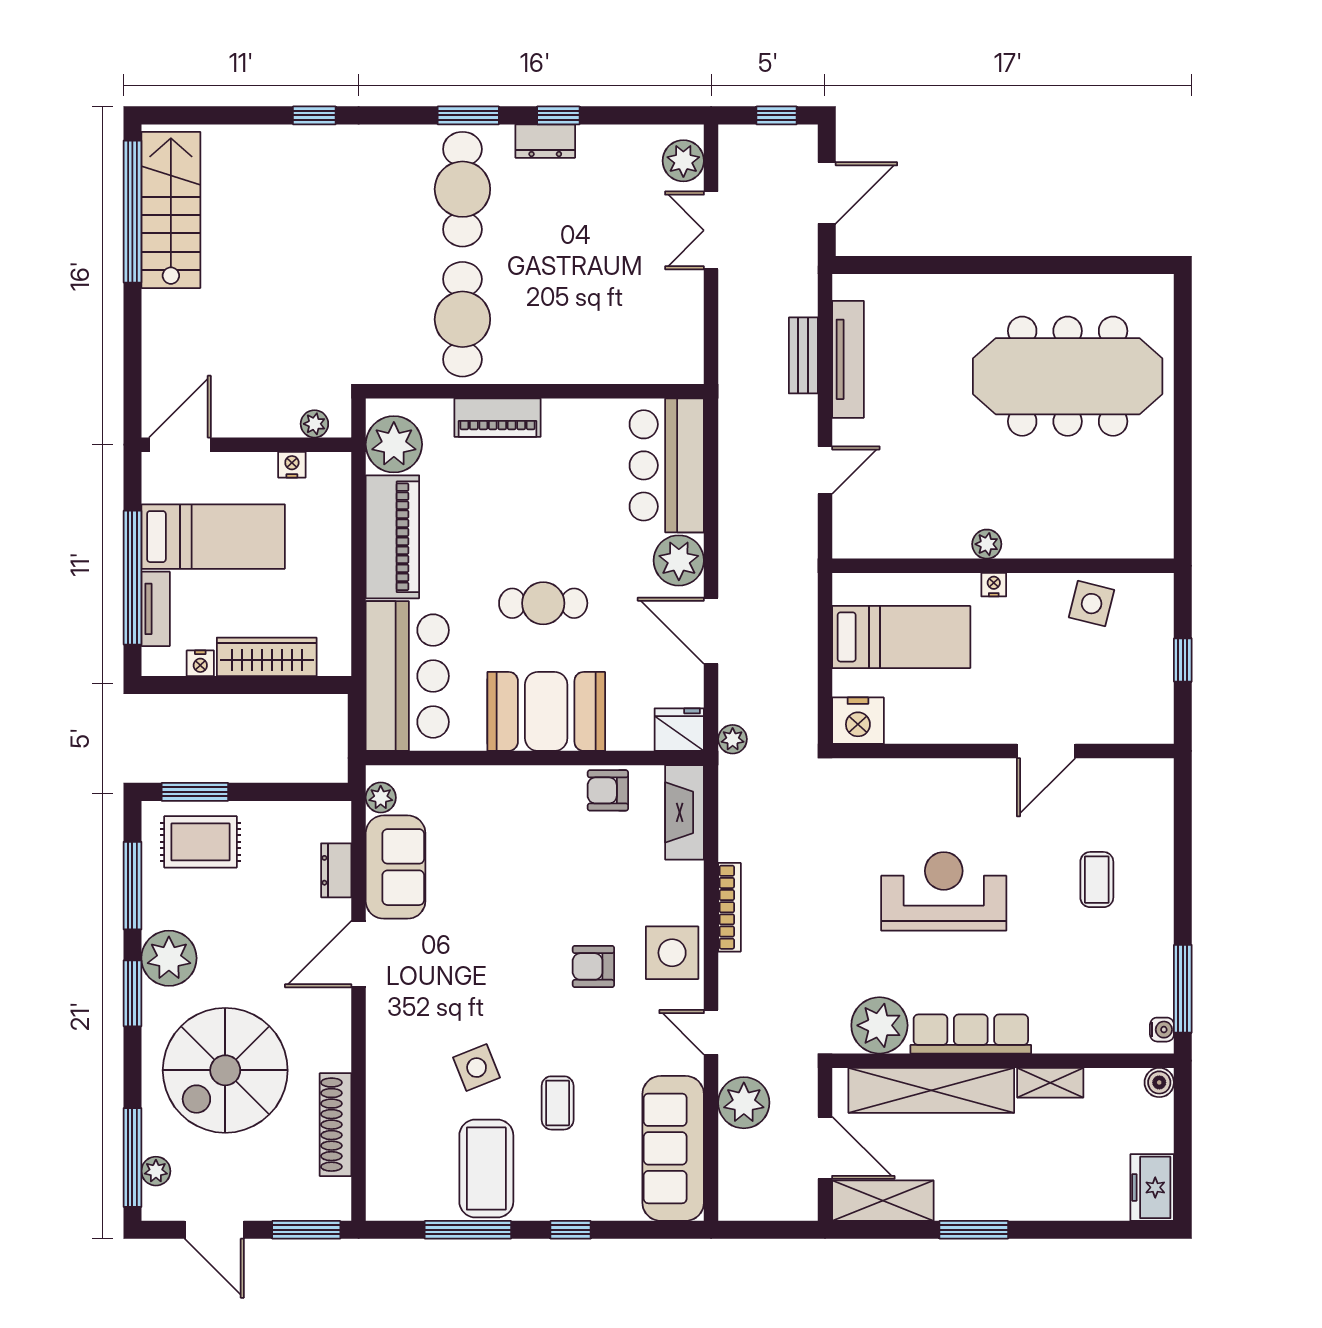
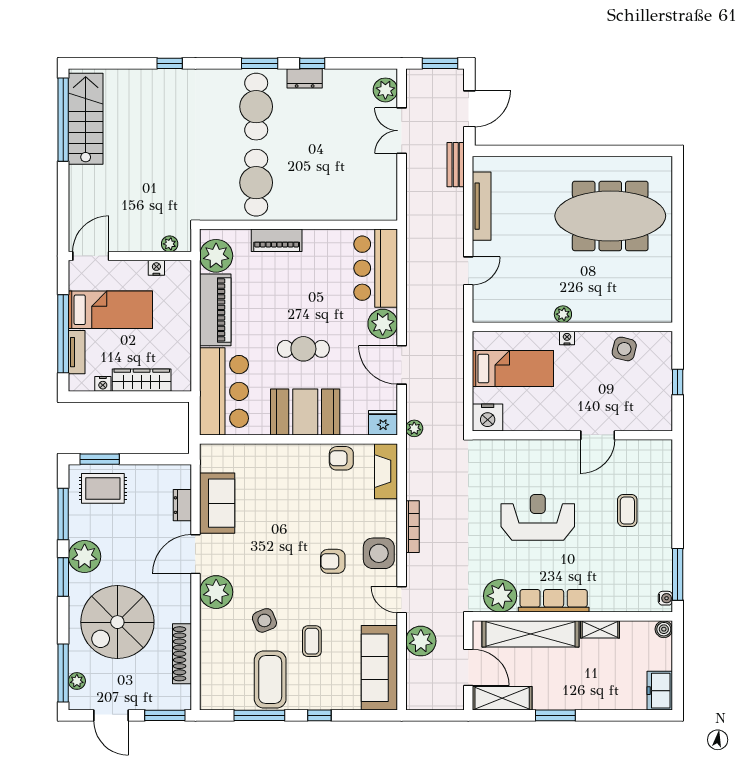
window: (777, 115) -> (440, 63), width x1.50
bench: (803, 355) -> (456, 165), moved
plant: (381, 798) -> (216, 592), moved, width x1.88, depth x1.88

